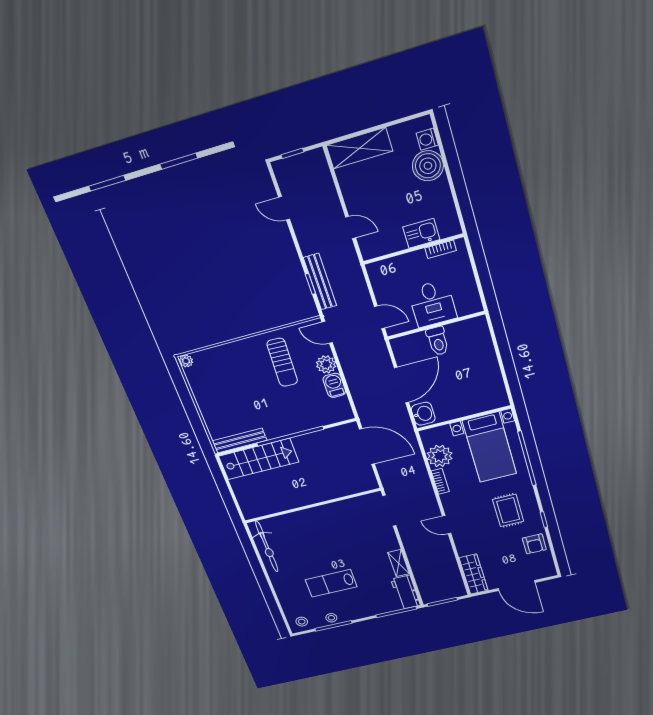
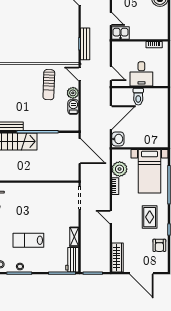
kitchen sink: (421, 233) -> (121, 33), moved

